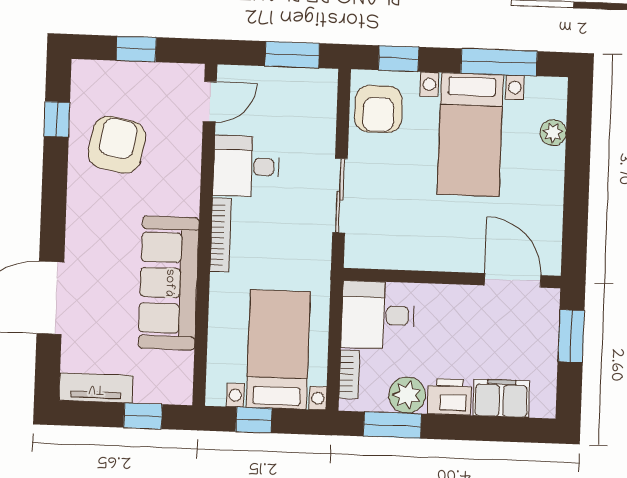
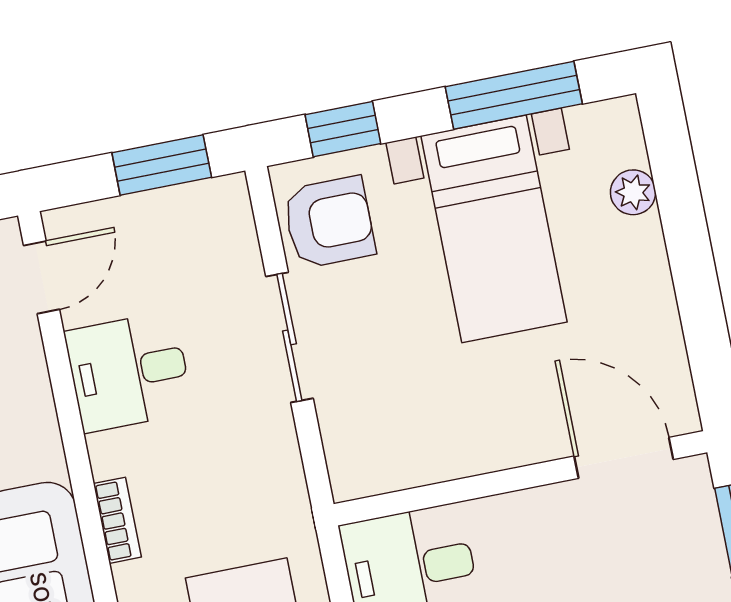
armchair: (379, 109) -> (329, 222), turned -90
sliding door: (340, 196) -> (289, 337), moved
bookcase: (221, 235) -> (117, 520), width x0.64

